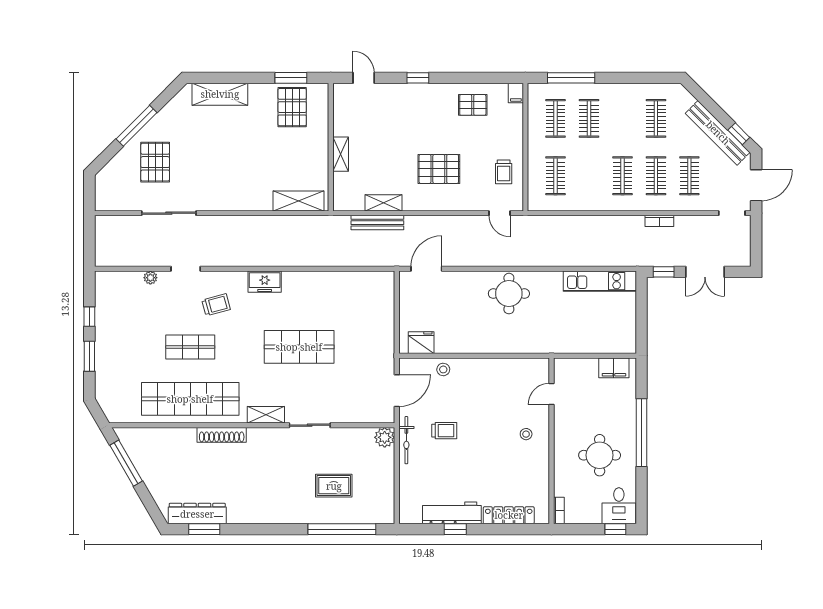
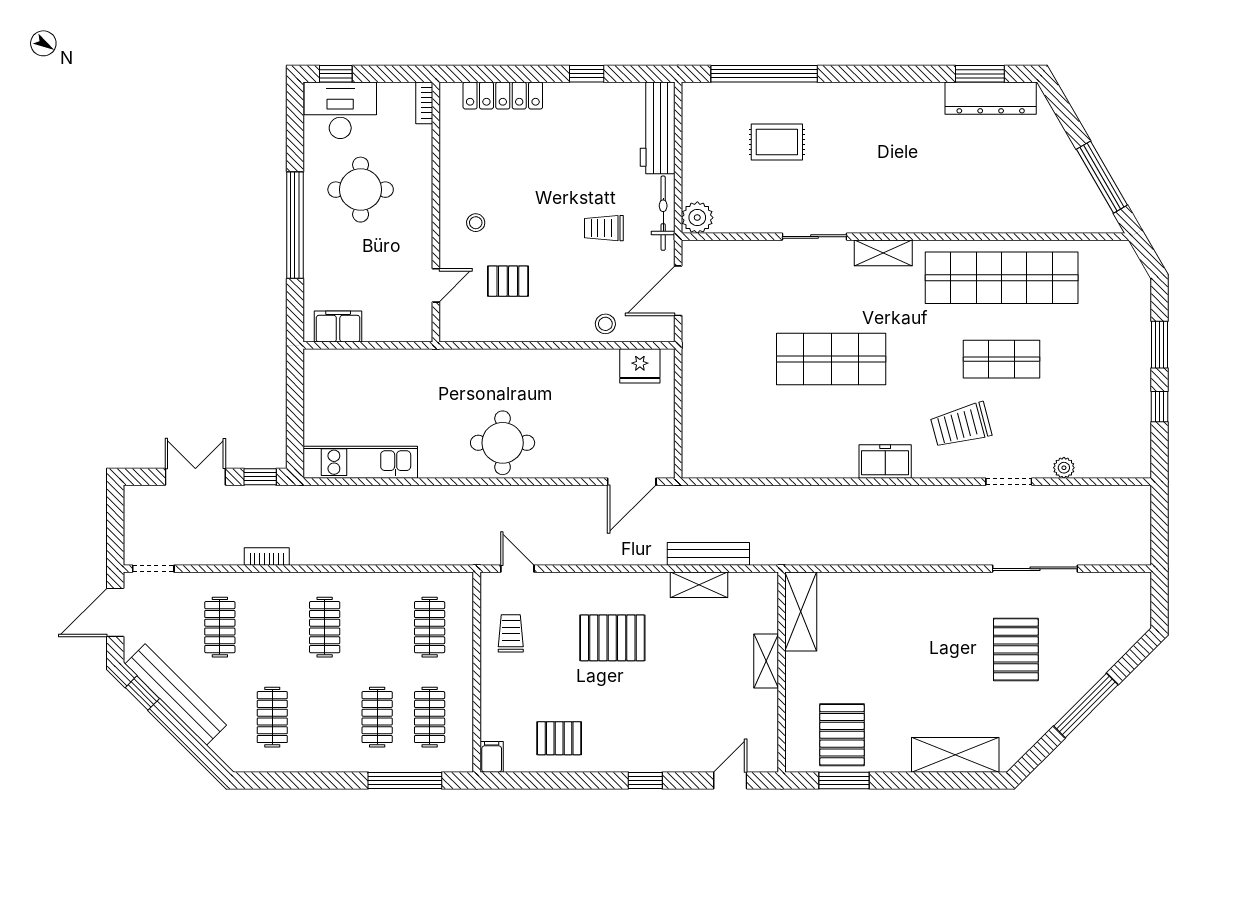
door: (364, 78) -> (730, 780), swing flipped
pallet: (155, 162) -> (1016, 649), moved
clothes rail: (656, 176) -> (272, 627), removed
shelving: (299, 201) -> (801, 612), moved, turned 90
trolley: (216, 305) -> (961, 425), width x1.36, depth x1.39
pallet: (505, 397) -> (508, 281), added
shoe rack: (222, 435) -> (952, 221), removed
desk: (619, 506) -> (340, 110), width x1.37
workbench: (452, 513) -> (658, 128), moved, turned 90

